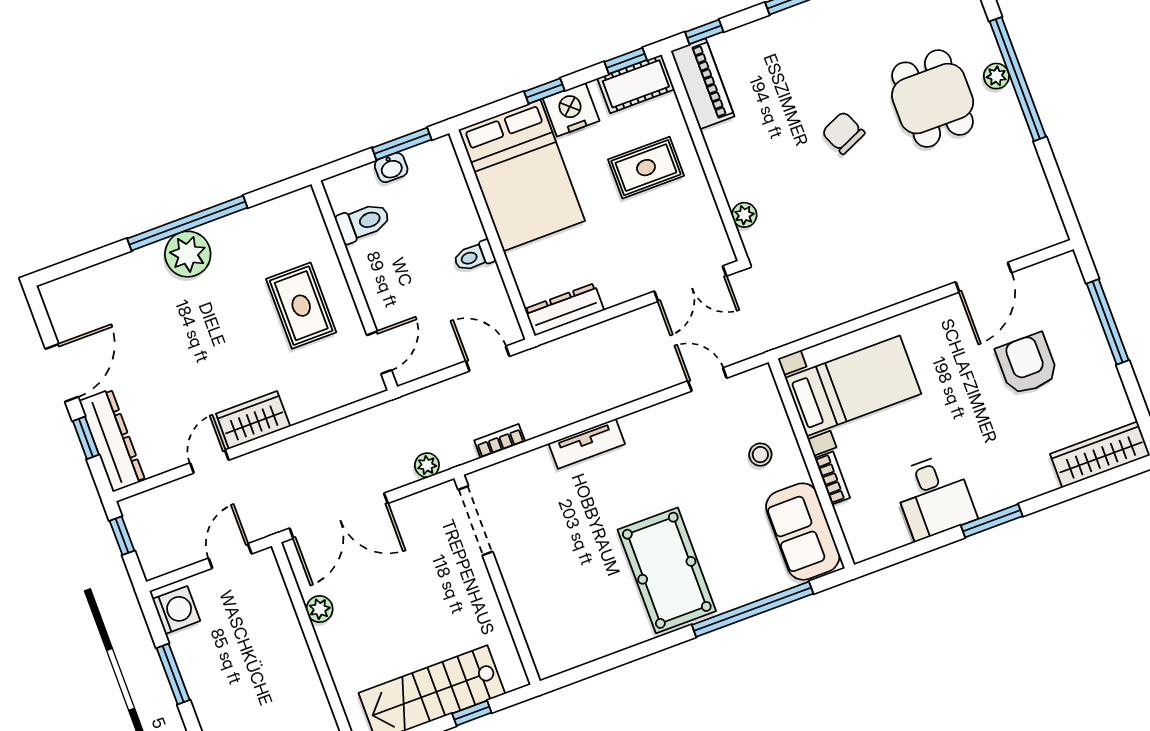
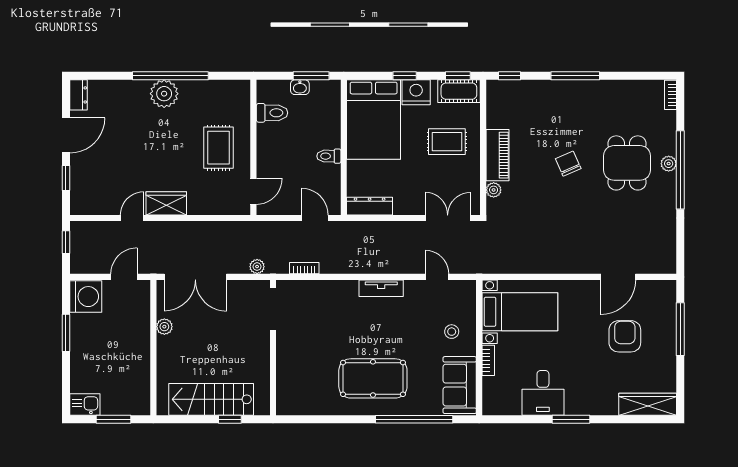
piano: (703, 84) -> (497, 155), moved
double door: (690, 284) -> (448, 218), swing flipped
dresser: (112, 441) -> (79, 95), moved, width x0.51, depth x0.80
tv unit: (587, 444) -> (381, 288), moved
pool table: (667, 570) -> (373, 378), turned 90
washing machine: (176, 610) -> (86, 297), width x1.37, depth x1.37

